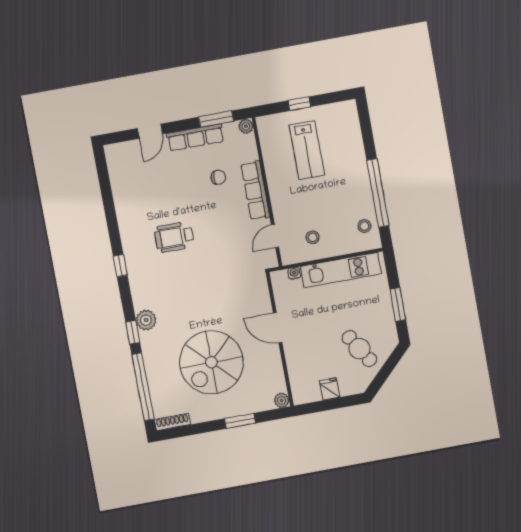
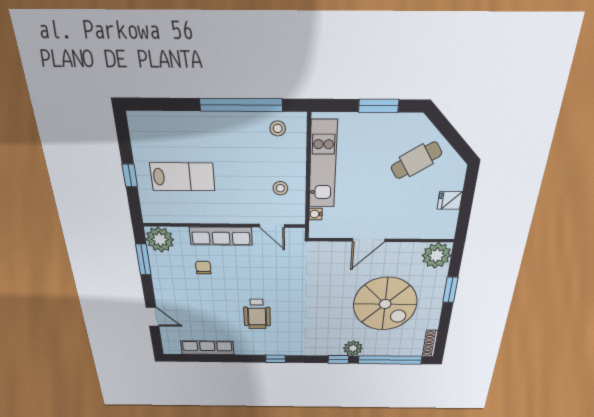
plant: (246, 126) -> (160, 239), width x1.87, depth x1.87
row of seats: (195, 137) -> (207, 348), moved, turned -90
plant: (146, 320) -> (353, 348), moved
plant: (282, 400) -> (437, 255), width x1.87, depth x1.87

